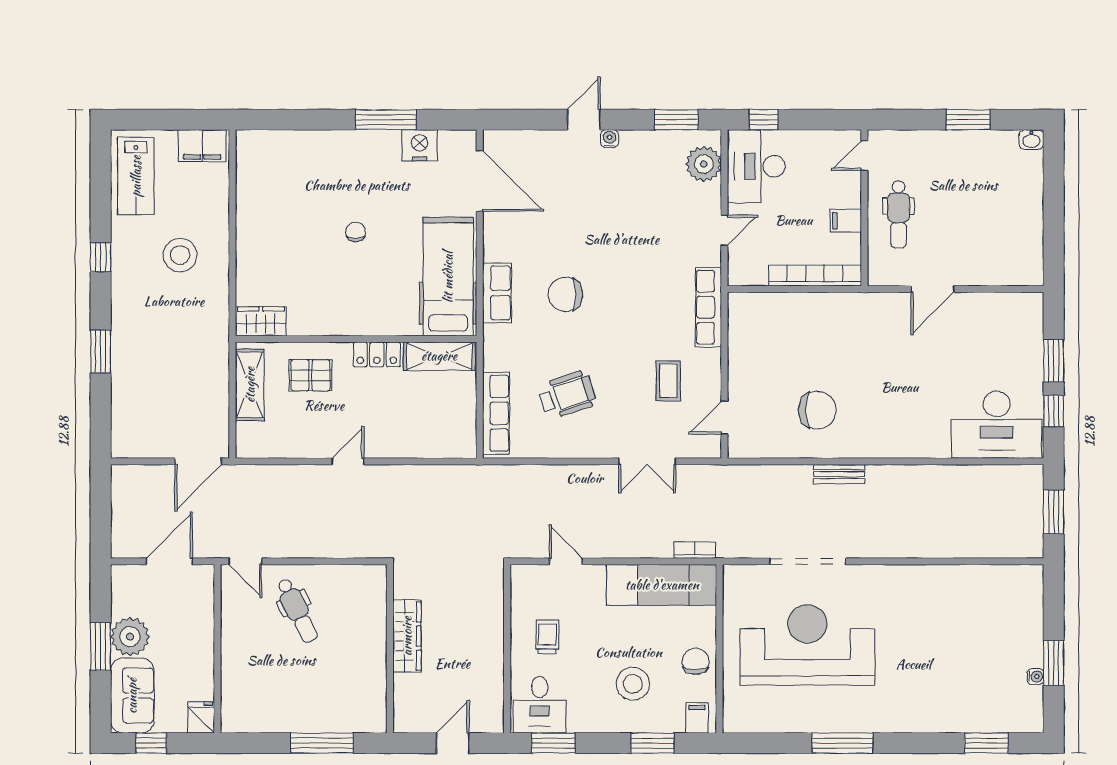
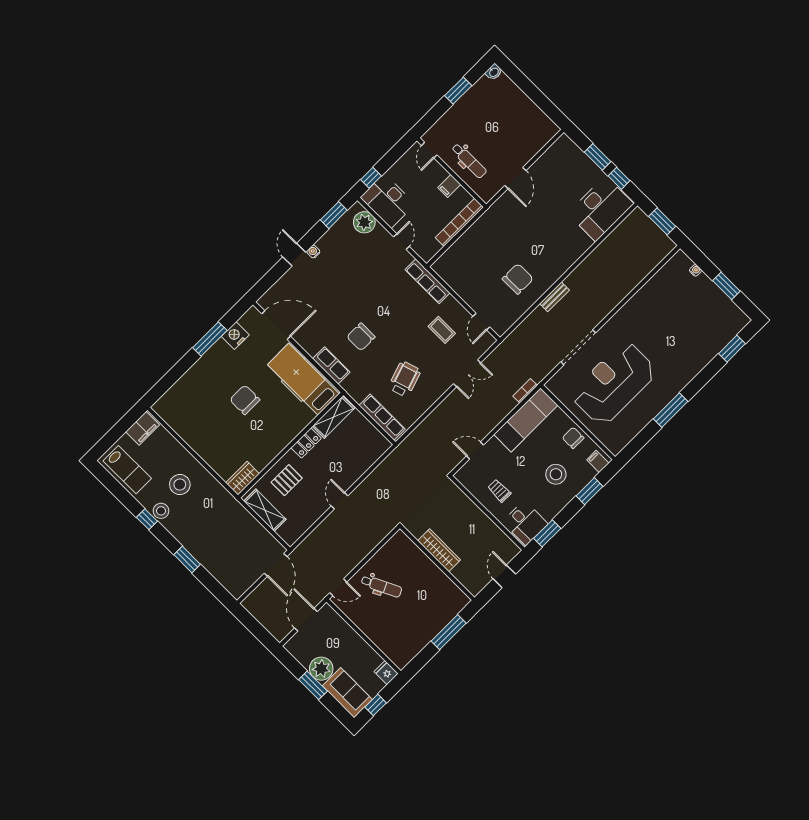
chair: (356, 232) -> (245, 400), width x1.87, depth x1.87
stool: (127, 264) -> (161, 511), added
water cooler: (1036, 677) -> (695, 270), moved

